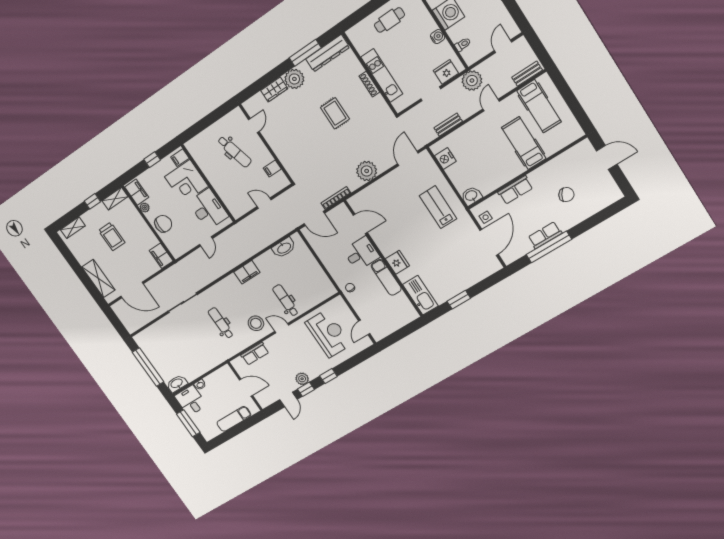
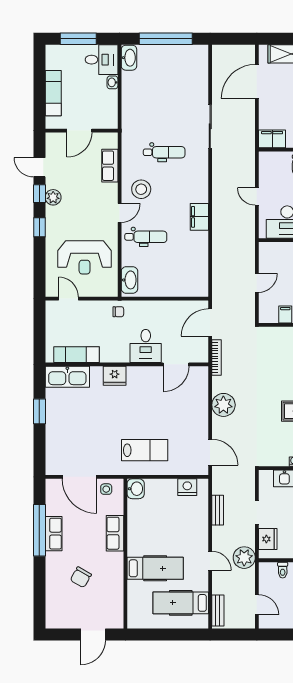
washbasin: (284, 248) -> (129, 280), moved, turned 180
exam couch: (386, 277) -> (77, 355), moved

